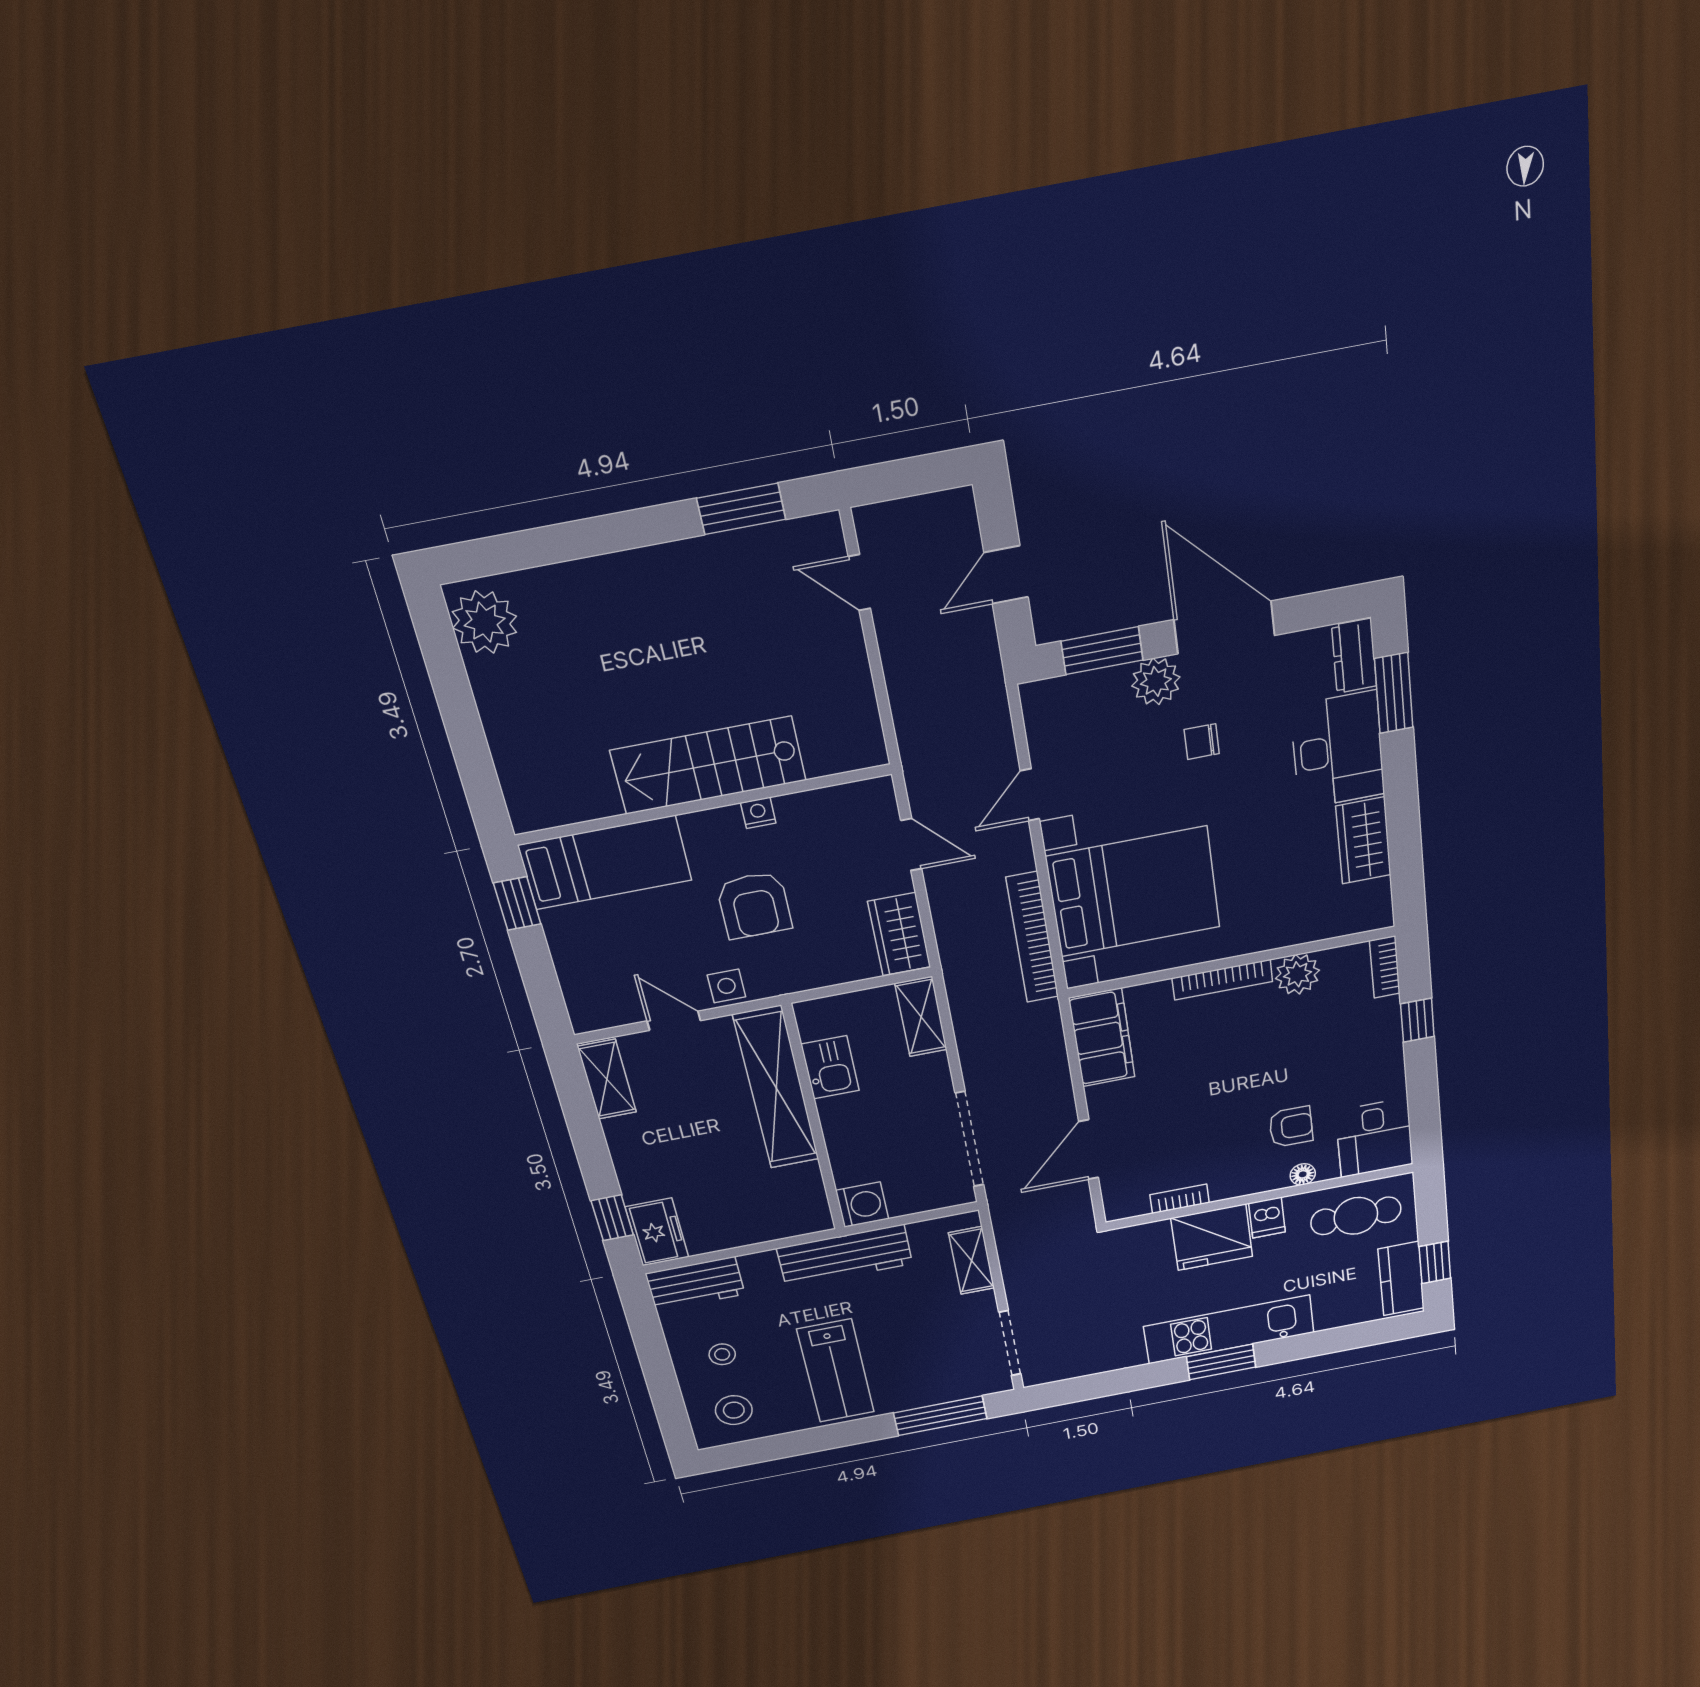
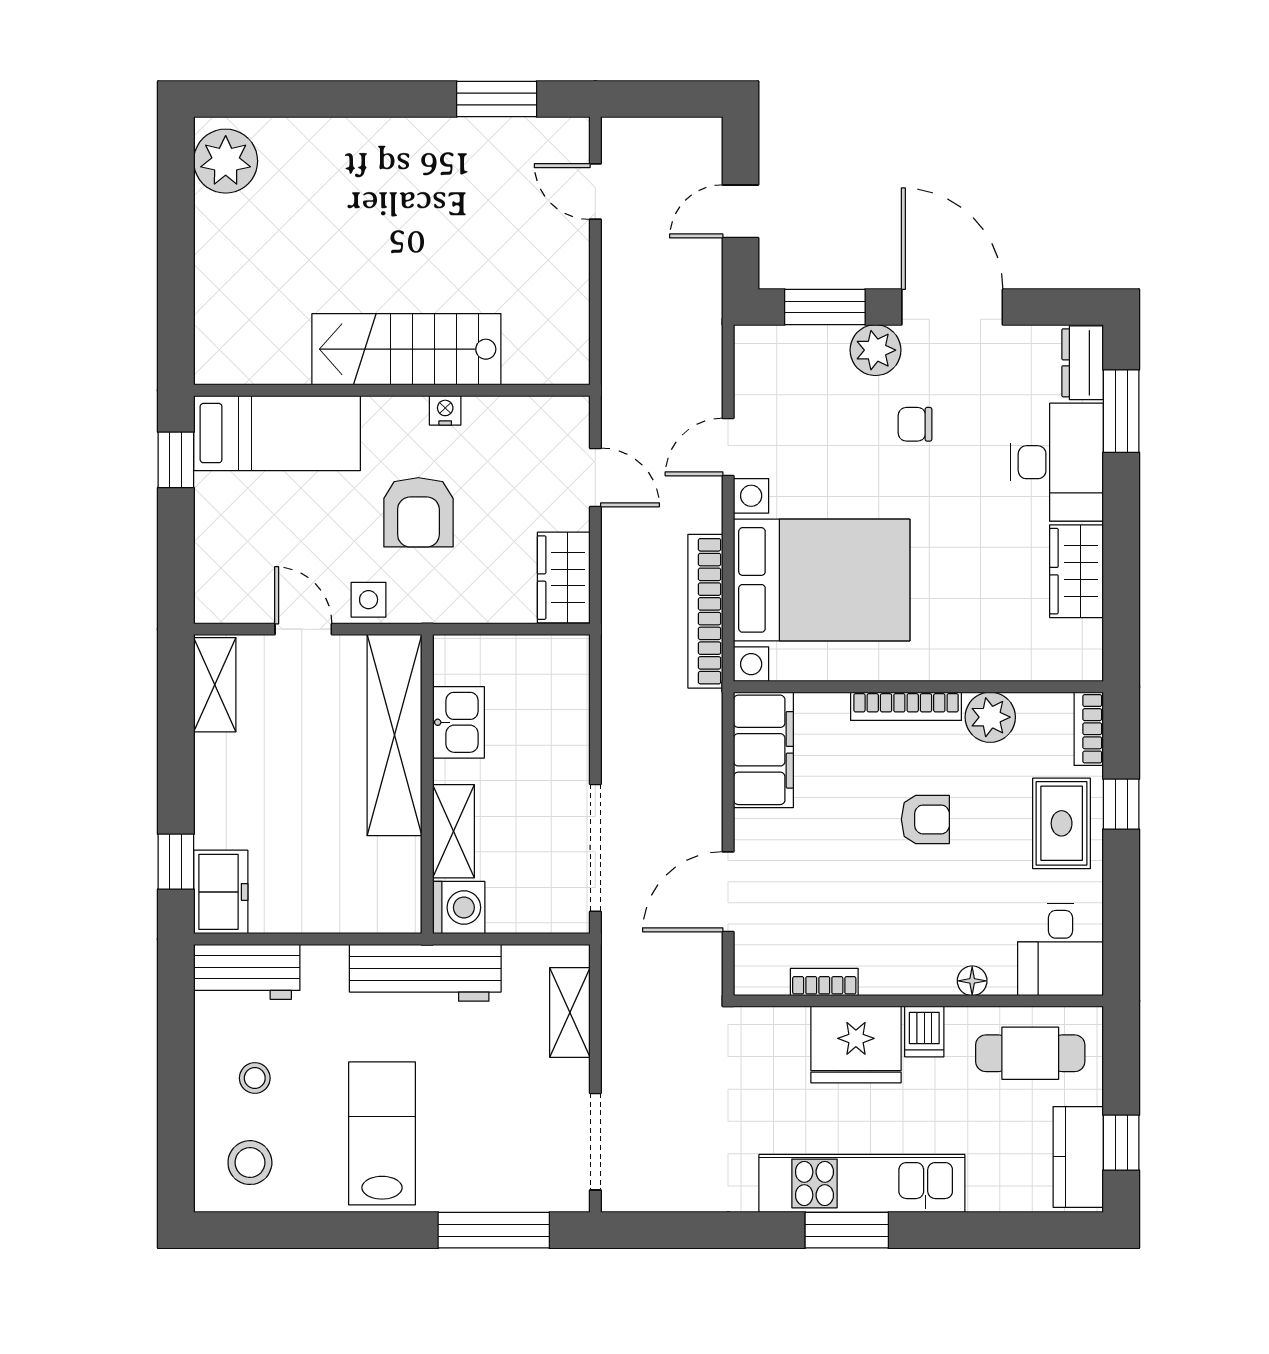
shelving: (921, 1017) -> (453, 831), moved
rug: (1367, 1045) -> (1062, 823), added
armchair: (1291, 1127) -> (925, 819), moved
lab bench: (836, 1371) -> (382, 1133), turned 180

